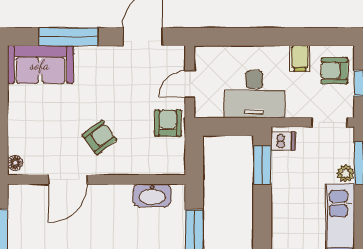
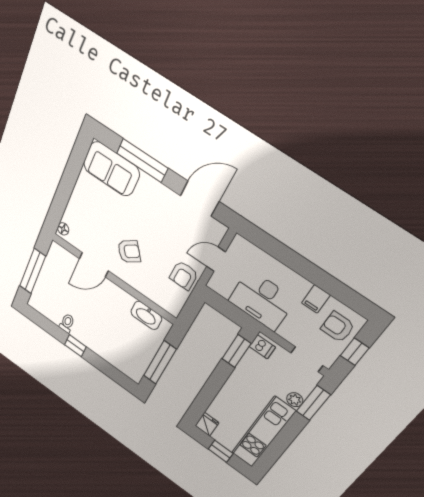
armchair: (168, 123) -> (184, 276), turned 180

